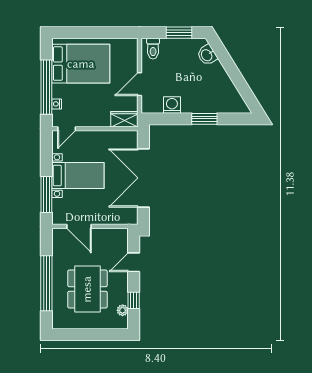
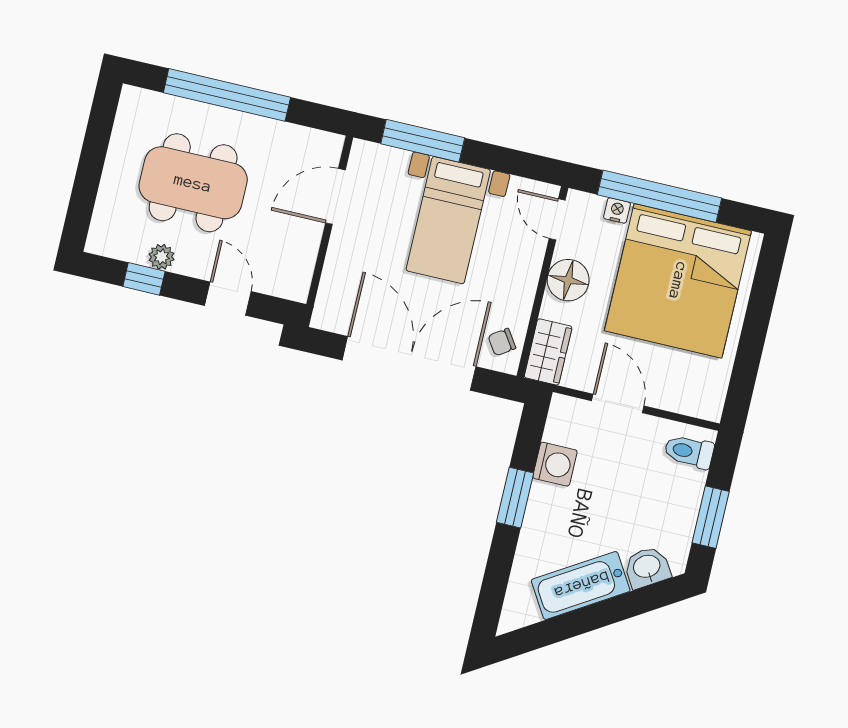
bed: (81, 64) -> (678, 281), width x1.36
bathtub: (222, 82) -> (581, 585), added
floor lamp: (91, 118) -> (568, 280), added
window: (204, 119) -> (515, 498), moved
chair: (125, 140) -> (502, 342), added
plant: (123, 310) -> (161, 257), moved

